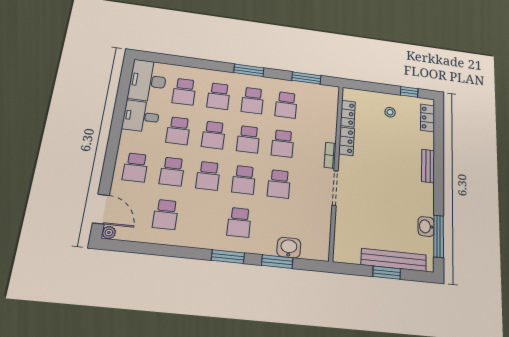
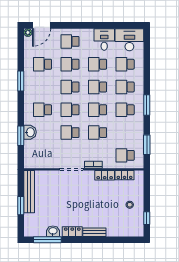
school desk: (286, 105) -> (125, 155), moved
locker: (428, 118) -> (72, 232), moved
washbasin: (289, 248) -> (30, 132), moved
window: (228, 257) -> (21, 81), moved
bench: (394, 260) -> (29, 192), moved

